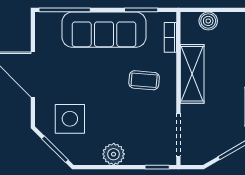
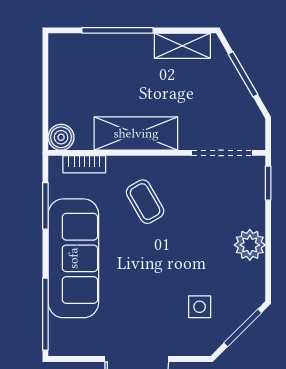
boiler: (208, 21) -> (61, 137), moved
coffee table: (144, 80) -> (145, 202), turned -35
side table: (70, 119) -> (200, 307), width x0.54, depth x0.54

